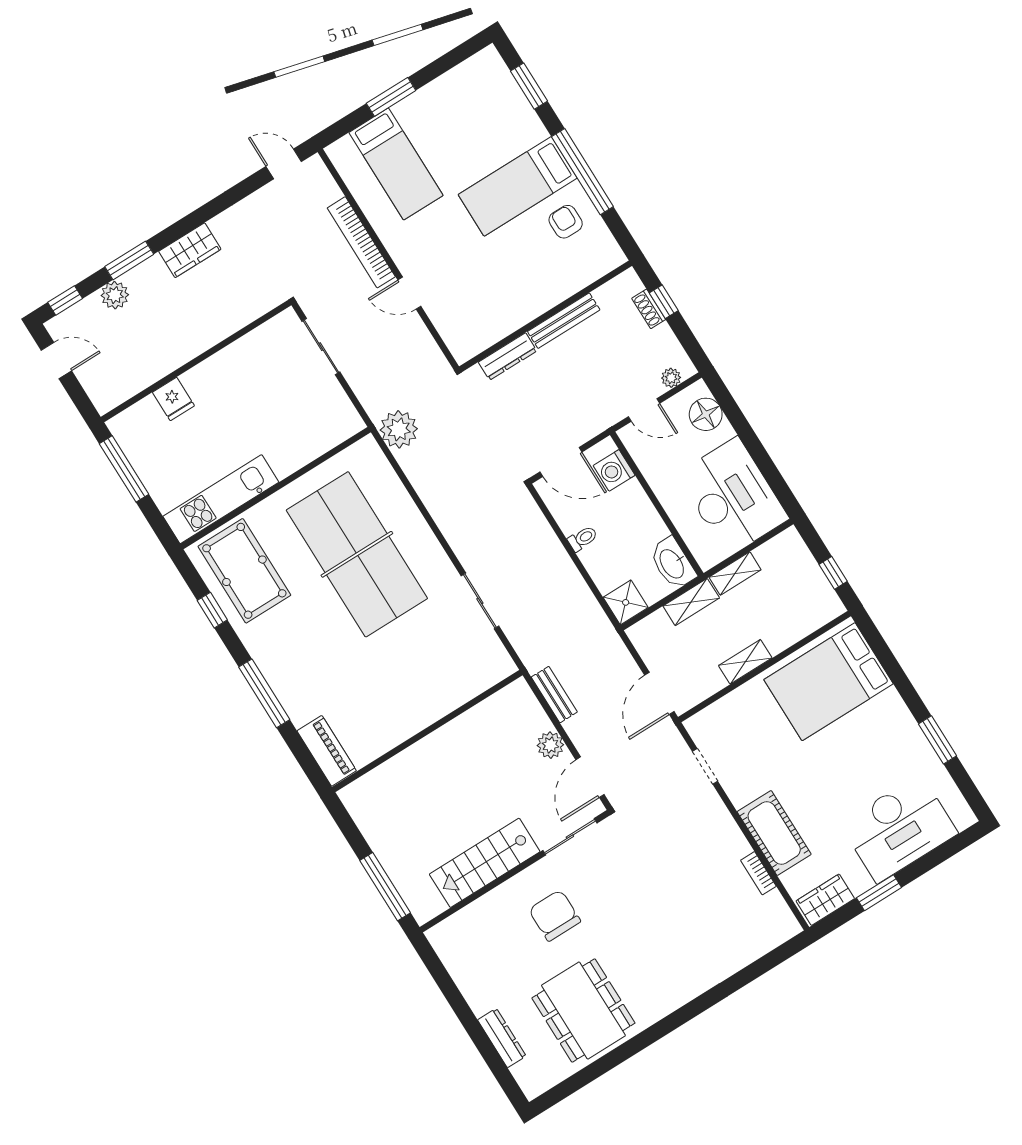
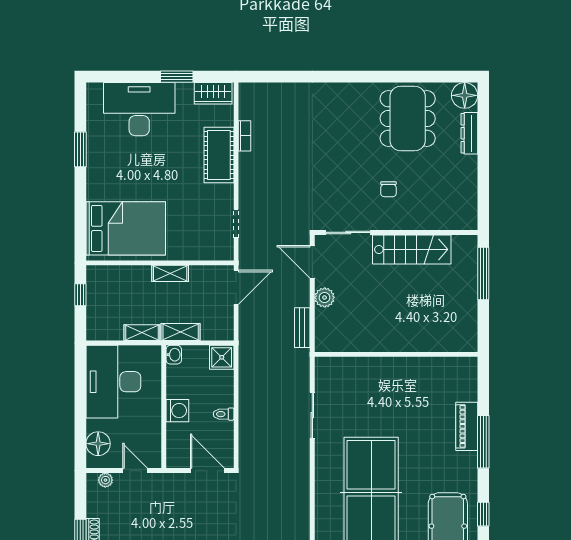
washing machine: (614, 470) -> (177, 411), moved
washbasin: (672, 563) -> (174, 355), width x0.52, depth x0.69
piano: (327, 751) -> (467, 426), moved
door: (590, 777) -> (312, 262), swing flipped
chair: (555, 915) -> (388, 189), width x0.54, depth x0.54
floor lamp: (535, 1078) -> (465, 95), added

